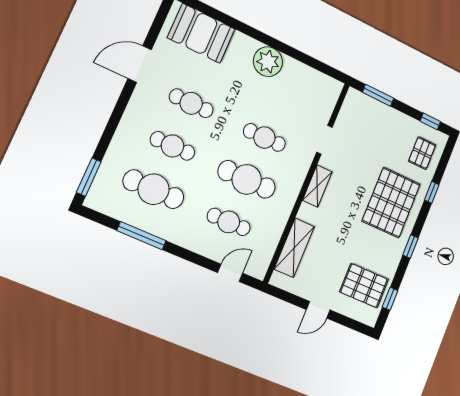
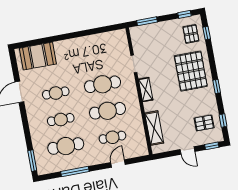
plant: (268, 62) -> (79, 46), removed
cafe table: (264, 138) -> (103, 84), width x1.37, depth x1.35
window: (432, 192) -> (207, 33), moved
door: (230, 273) -> (118, 164), moved
pallet: (364, 286) -> (204, 123), width x0.67, depth x0.71
door: (318, 310) -> (187, 151), hinge flipped
window: (354, 325) -> (212, 146), added

